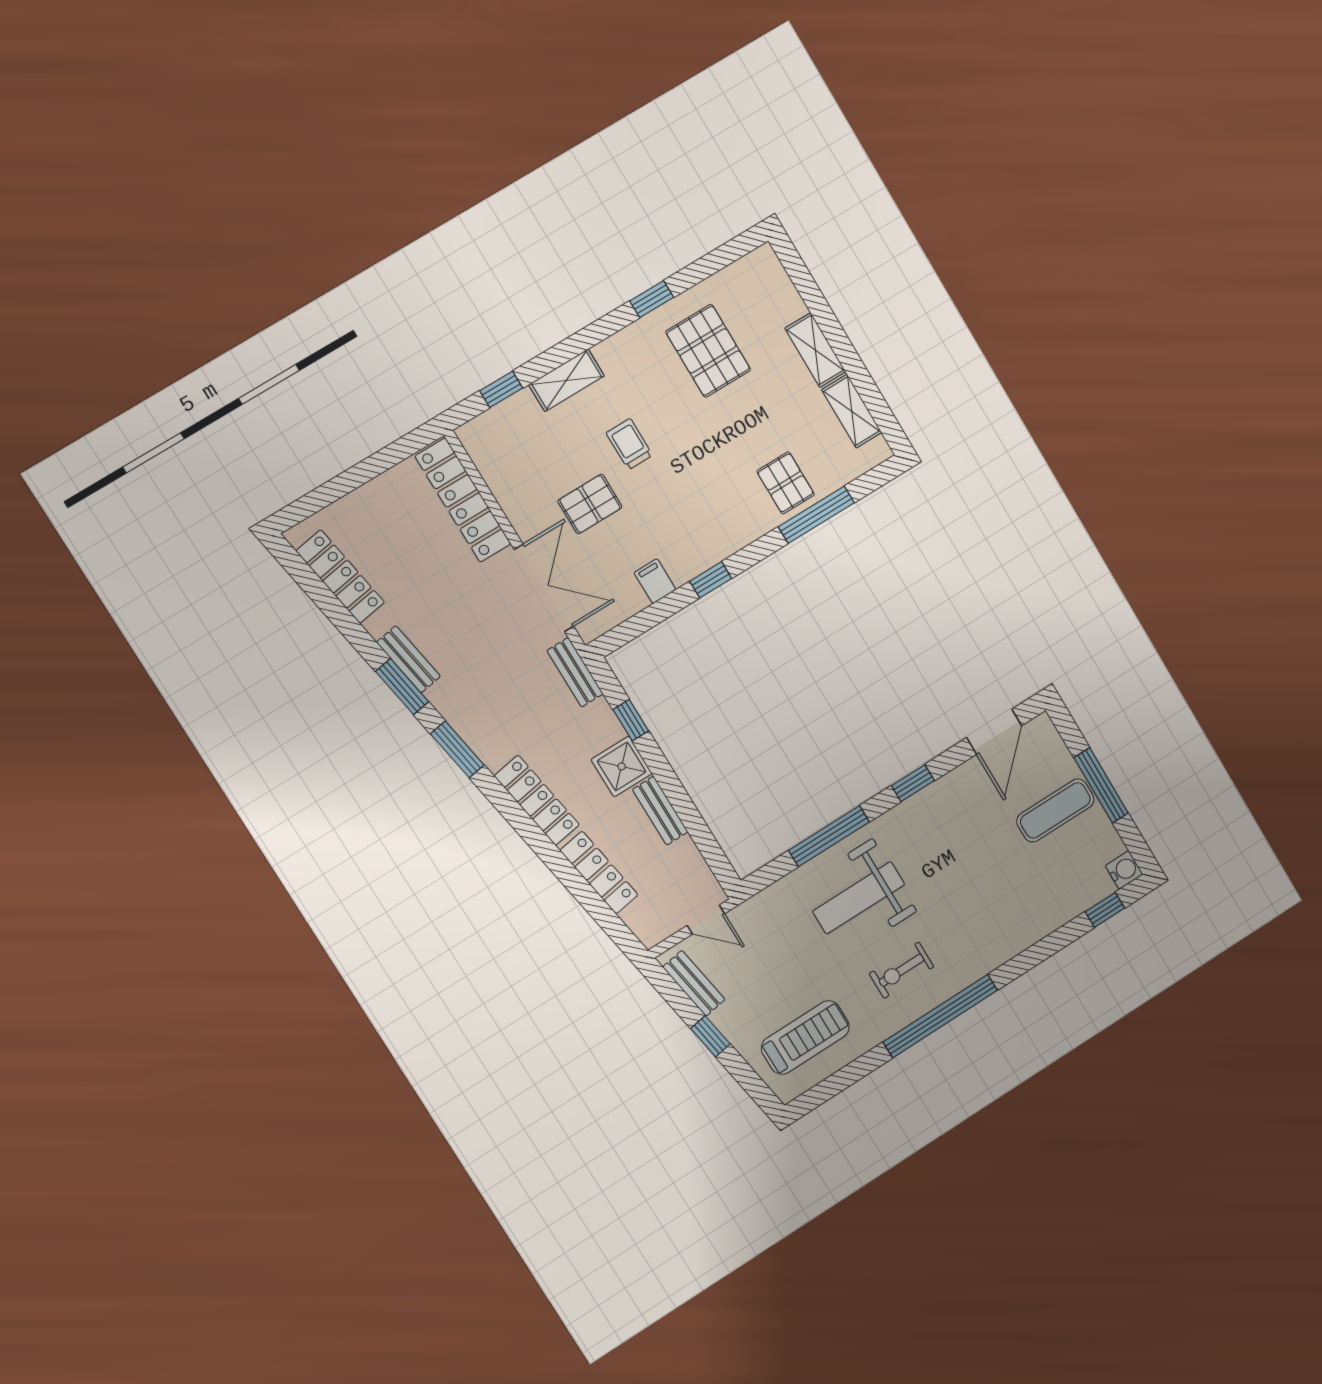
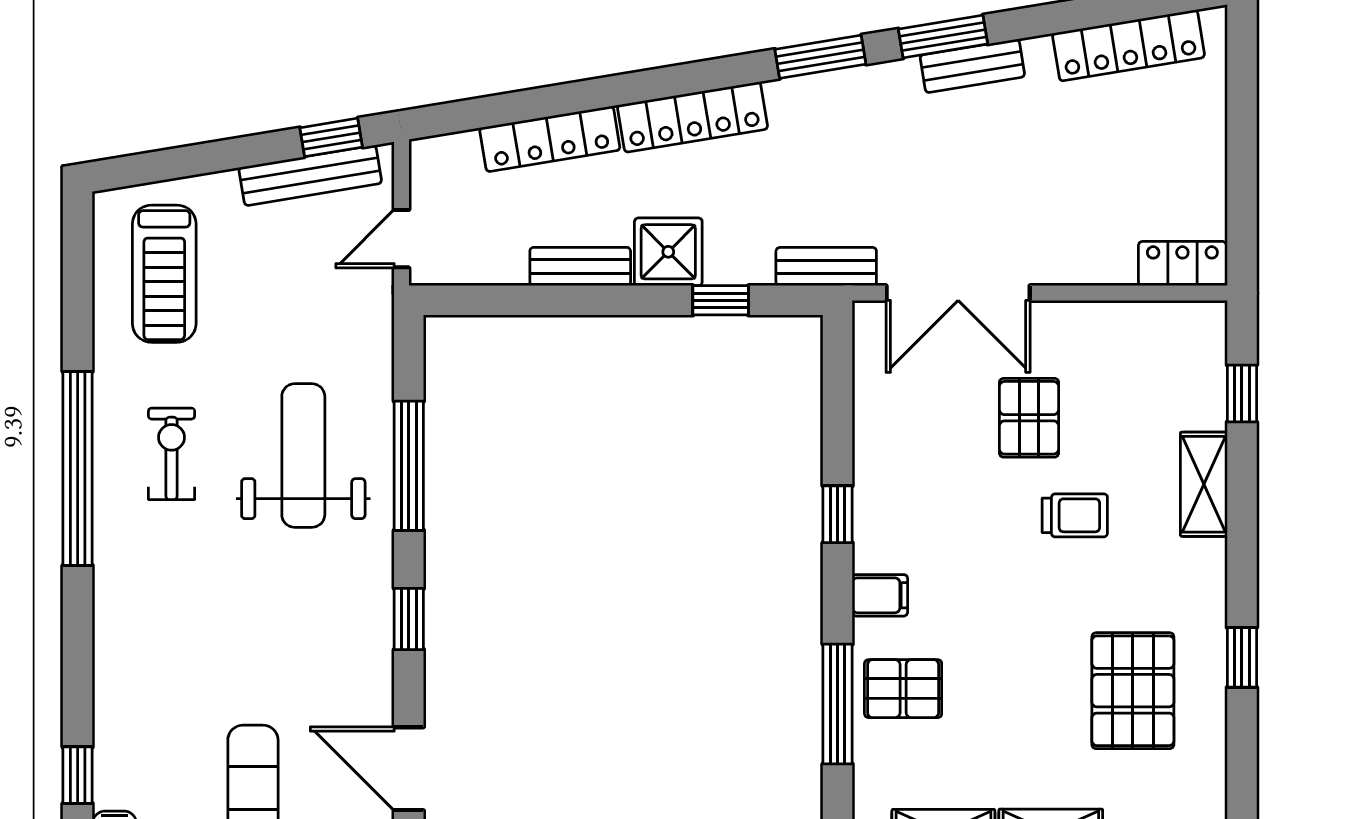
pallet: (708, 351) -> (1133, 691), turned 90
locker: (463, 500) -> (1182, 264), width x0.46, depth x0.83
filing cabinet: (655, 581) -> (880, 595), moved
bench: (694, 983) -> (310, 175), width x1.36
window: (710, 1036) -> (331, 137), moved

